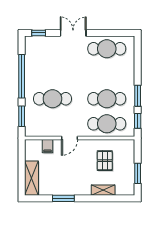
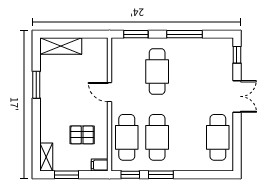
window: (22, 76) -> (184, 34), width x0.68
filing cabinet: (48, 146) -> (100, 165), moved
shelving: (103, 190) -> (46, 157), moved

